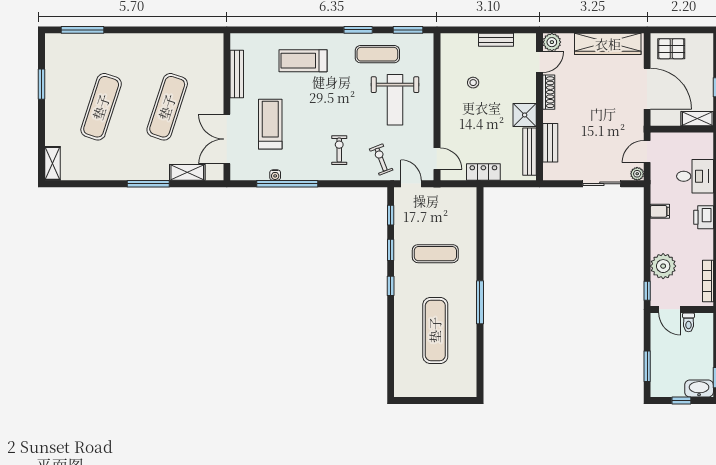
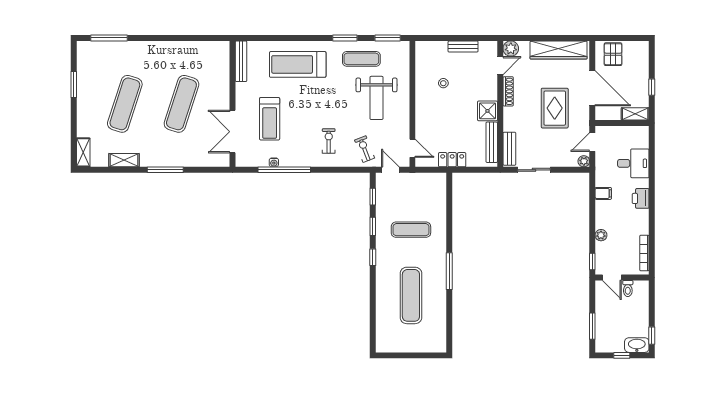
pallet: (671, 49) -> (613, 54), turned 90
treadmill: (303, 61) -> (298, 64), width x1.37, depth x1.38
bench: (237, 74) -> (241, 61), moved
rug: (603, 112) -> (555, 108), added
treadmill: (270, 124) -> (270, 119), turned 180
bench: (550, 143) -> (509, 149), moved
shelving: (187, 172) -> (124, 160), moved
sliding door: (602, 184) -> (534, 170), moved
plant: (663, 266) -> (601, 235), width x0.53, depth x0.53

